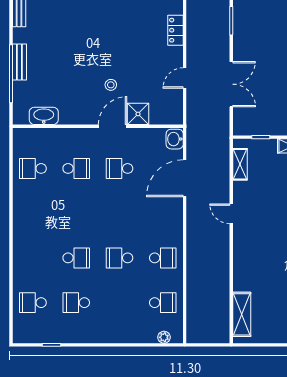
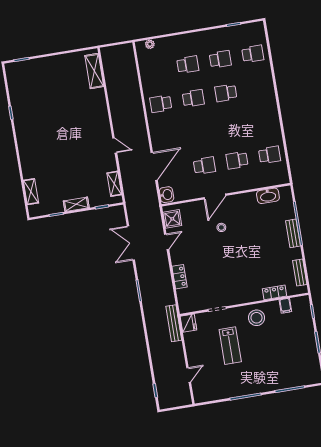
shower: (138, 114) -> (172, 219), moved
school desk: (163, 303) -> (188, 65), moved, turned 180

